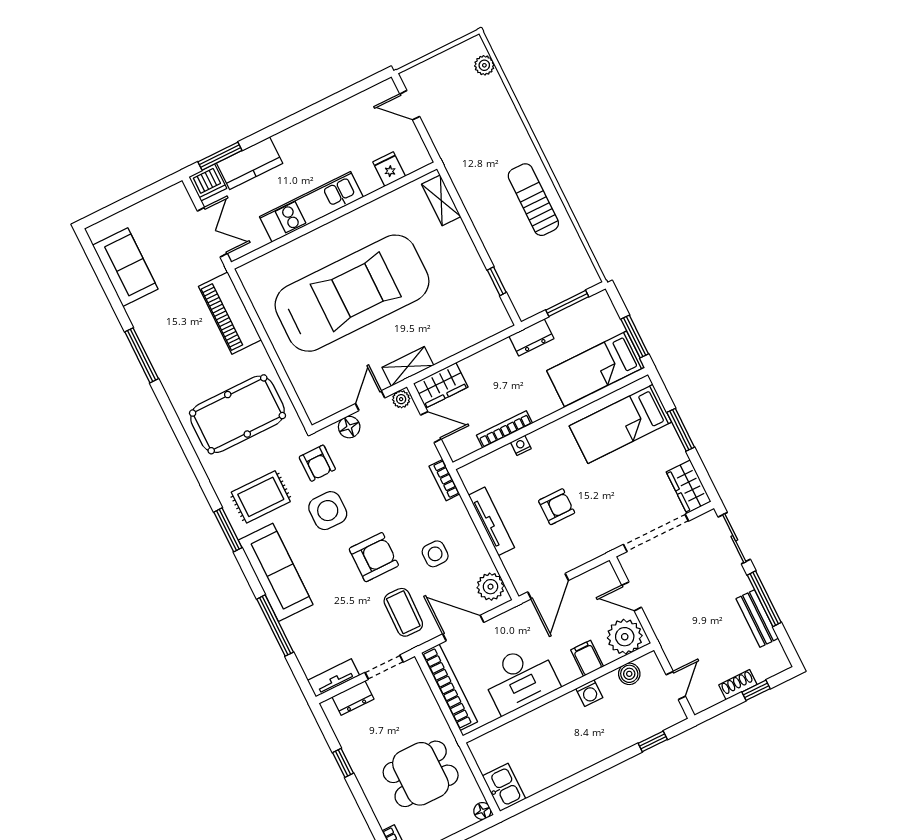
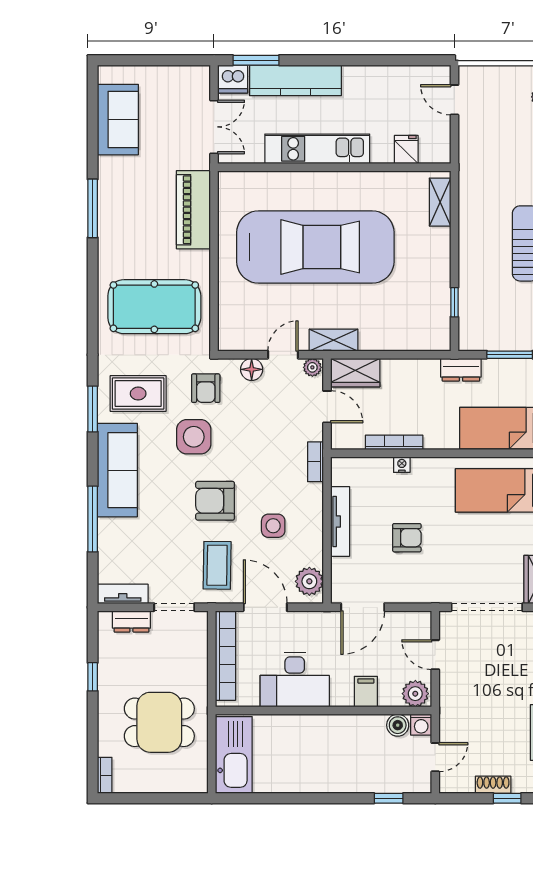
kitchen counter: (250, 163) -> (295, 80), width x1.50
armchair: (374, 557) -> (215, 501), turned 180
plant: (625, 637) -> (415, 694), width x0.73, depth x0.73
washing machine: (589, 693) -> (421, 725), moved
kitchen sink: (504, 787) -> (234, 755), width x1.88, depth x1.24
floor lamp: (482, 811) -> (199, 785), removed

